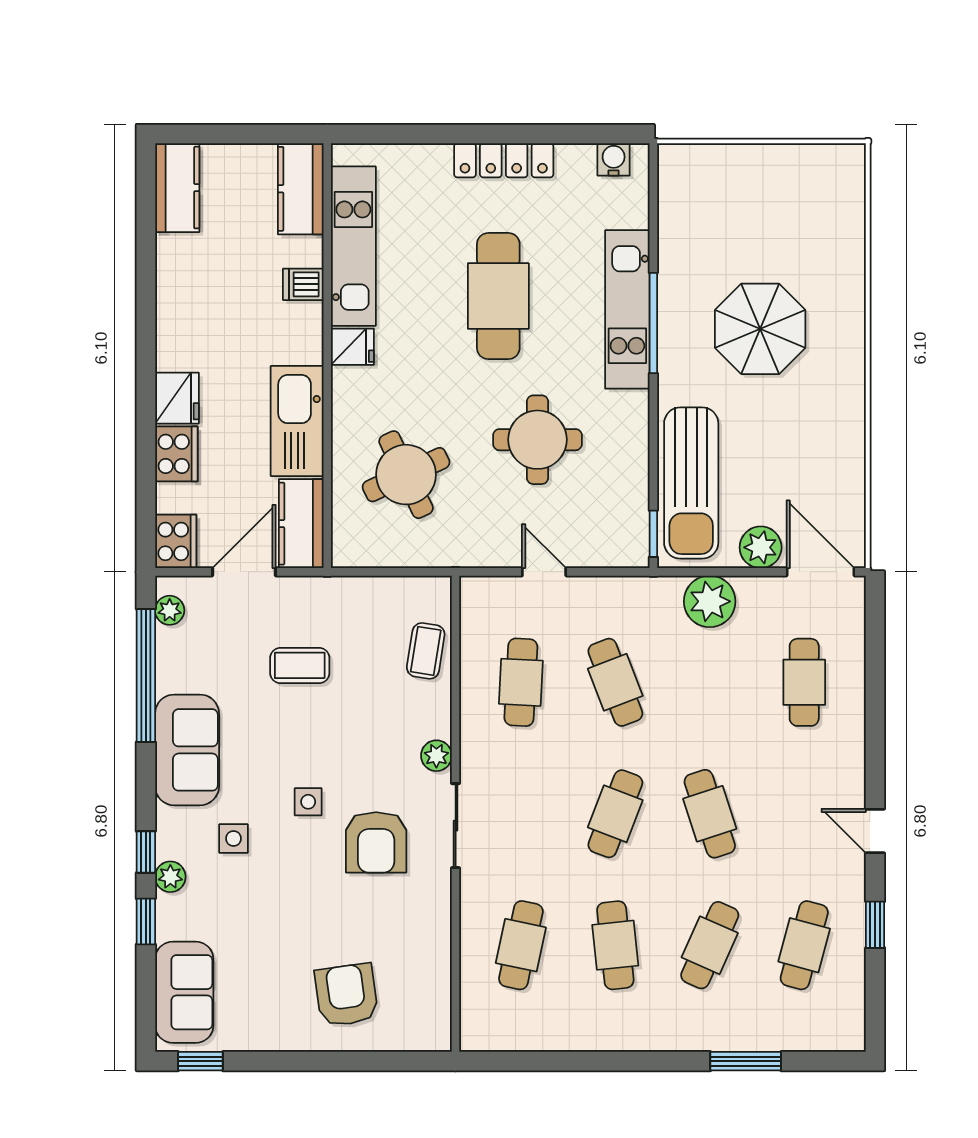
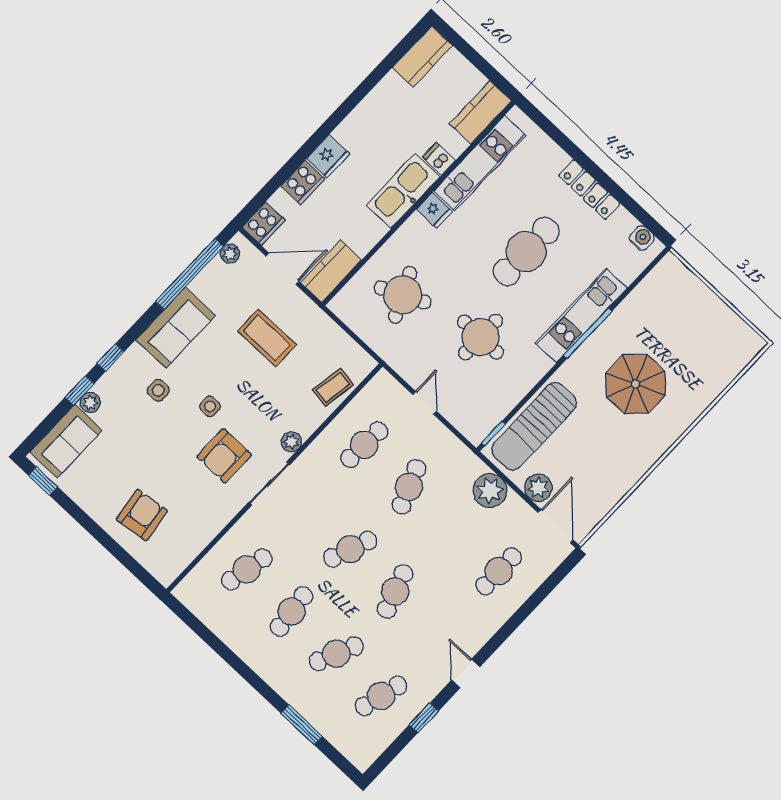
kitchen sink: (297, 421) -> (403, 191), moved
coffee table: (300, 665) -> (267, 338), width x1.36, depth x1.30
plant: (170, 877) -> (90, 402), moved

